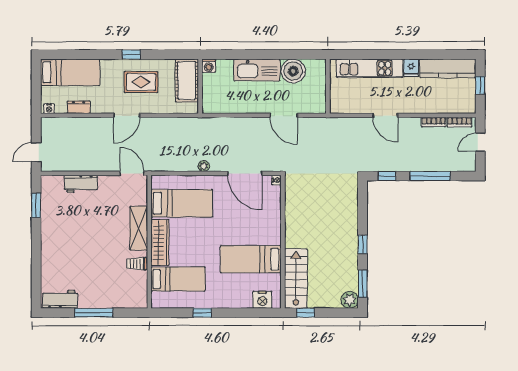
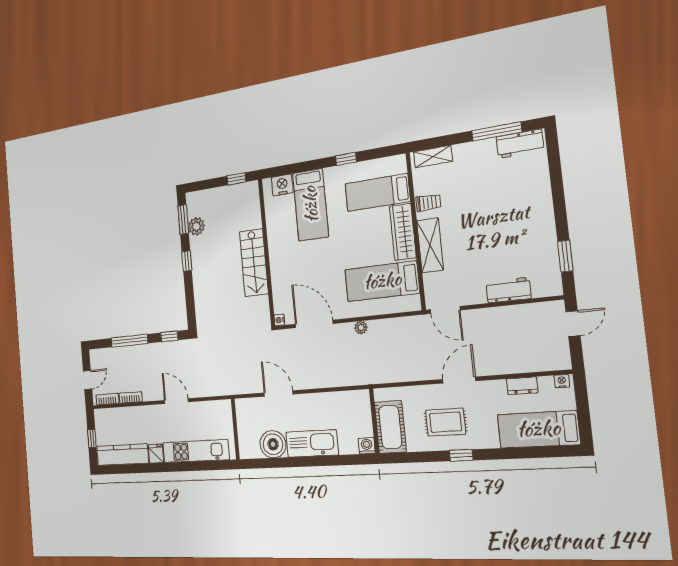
bed: (251, 259) -> (311, 205), moved, turned 90
stairs: (296, 279) -> (254, 263), moved
plant: (350, 300) -> (196, 226), moved
shelving: (129, 301) -> (433, 157), added
window: (94, 313) -> (497, 131), moved

